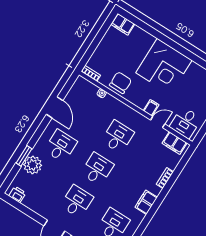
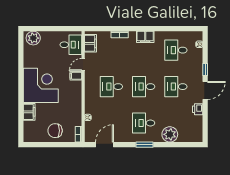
filing cabinet: (123, 24) -> (29, 112), moved
chair: (120, 83) -> (55, 131), moved
door: (55, 107) -> (105, 145), moved
door: (158, 122) -> (83, 65), hinge flipped
window: (24, 156) -> (144, 145), moved
printer: (17, 194) -> (198, 109), moved

